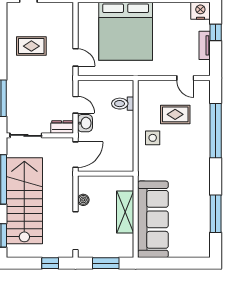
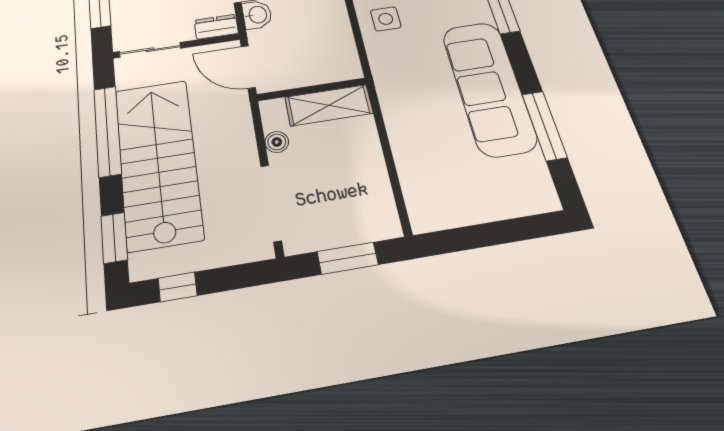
door: (75, 155) -> (248, 67), swing flipped
shelving: (125, 212) -> (329, 105), moved, turned 90
sofa: (153, 219) -> (489, 87), moved, turned 180
window: (50, 263) -> (178, 287), moved

